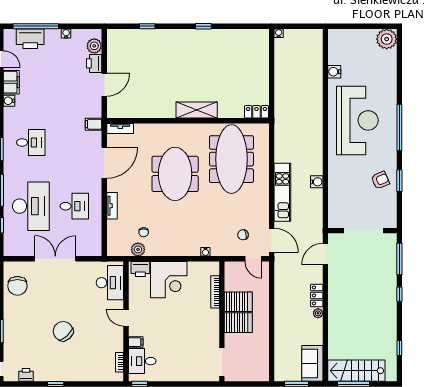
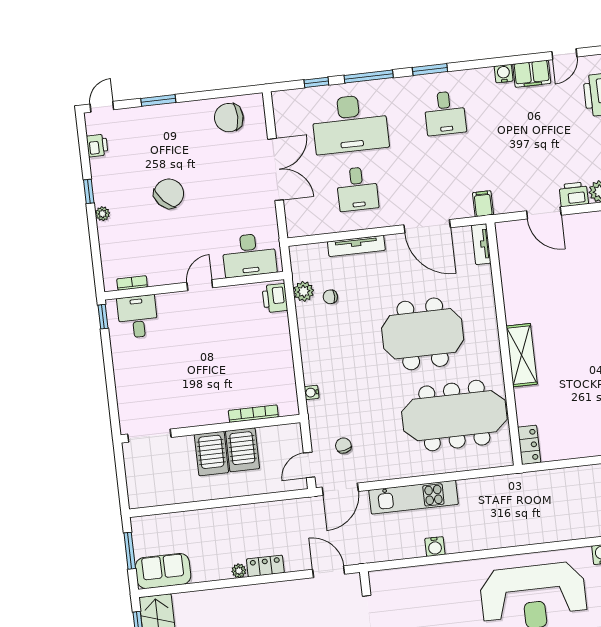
tv unit: (112, 206) -> (356, 246), width x1.41
corner desk: (169, 280) -> (264, 342), removed
filing cabinet: (136, 342) -> (165, 304), removed
plant: (71, 377) -> (103, 214), added

